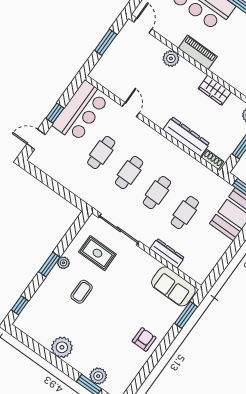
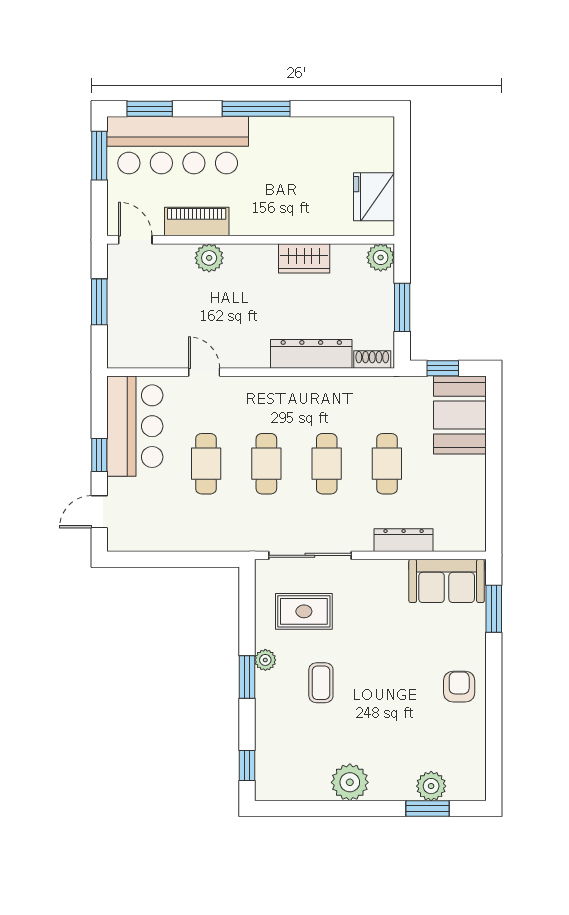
piano: (198, 52) -> (197, 222), moved

